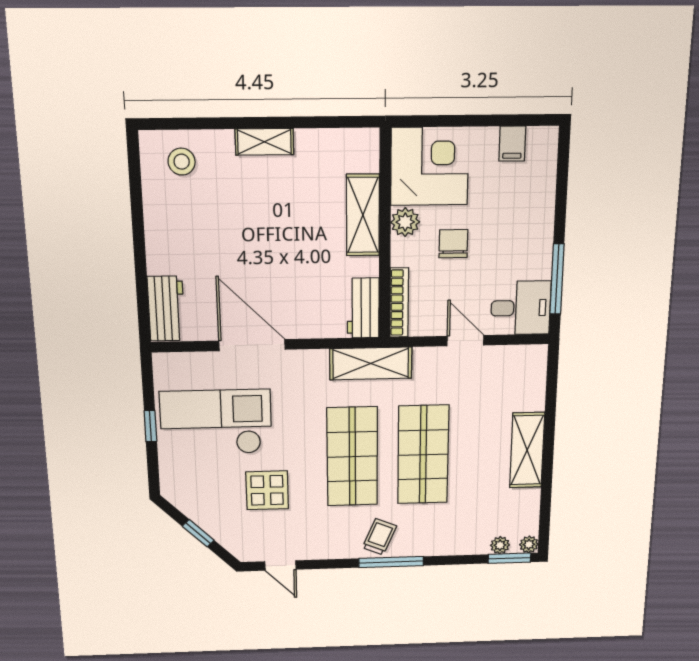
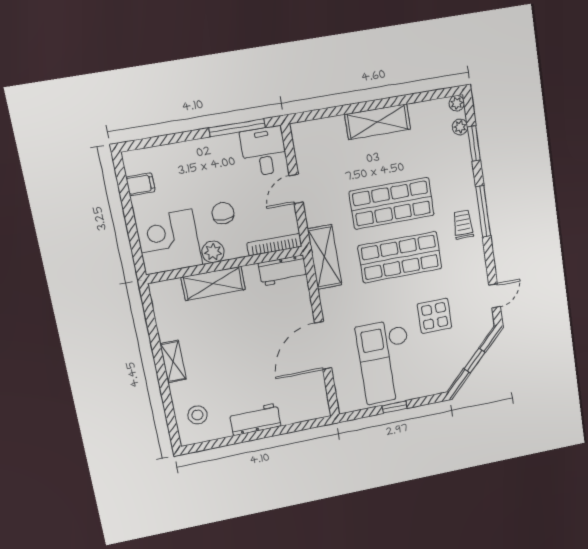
chair: (453, 244) -> (223, 213), turned 90
workbench: (166, 309) -> (255, 419), moved
trolley: (379, 537) -> (463, 224), turned 67
window: (509, 558) -> (474, 144), moved

